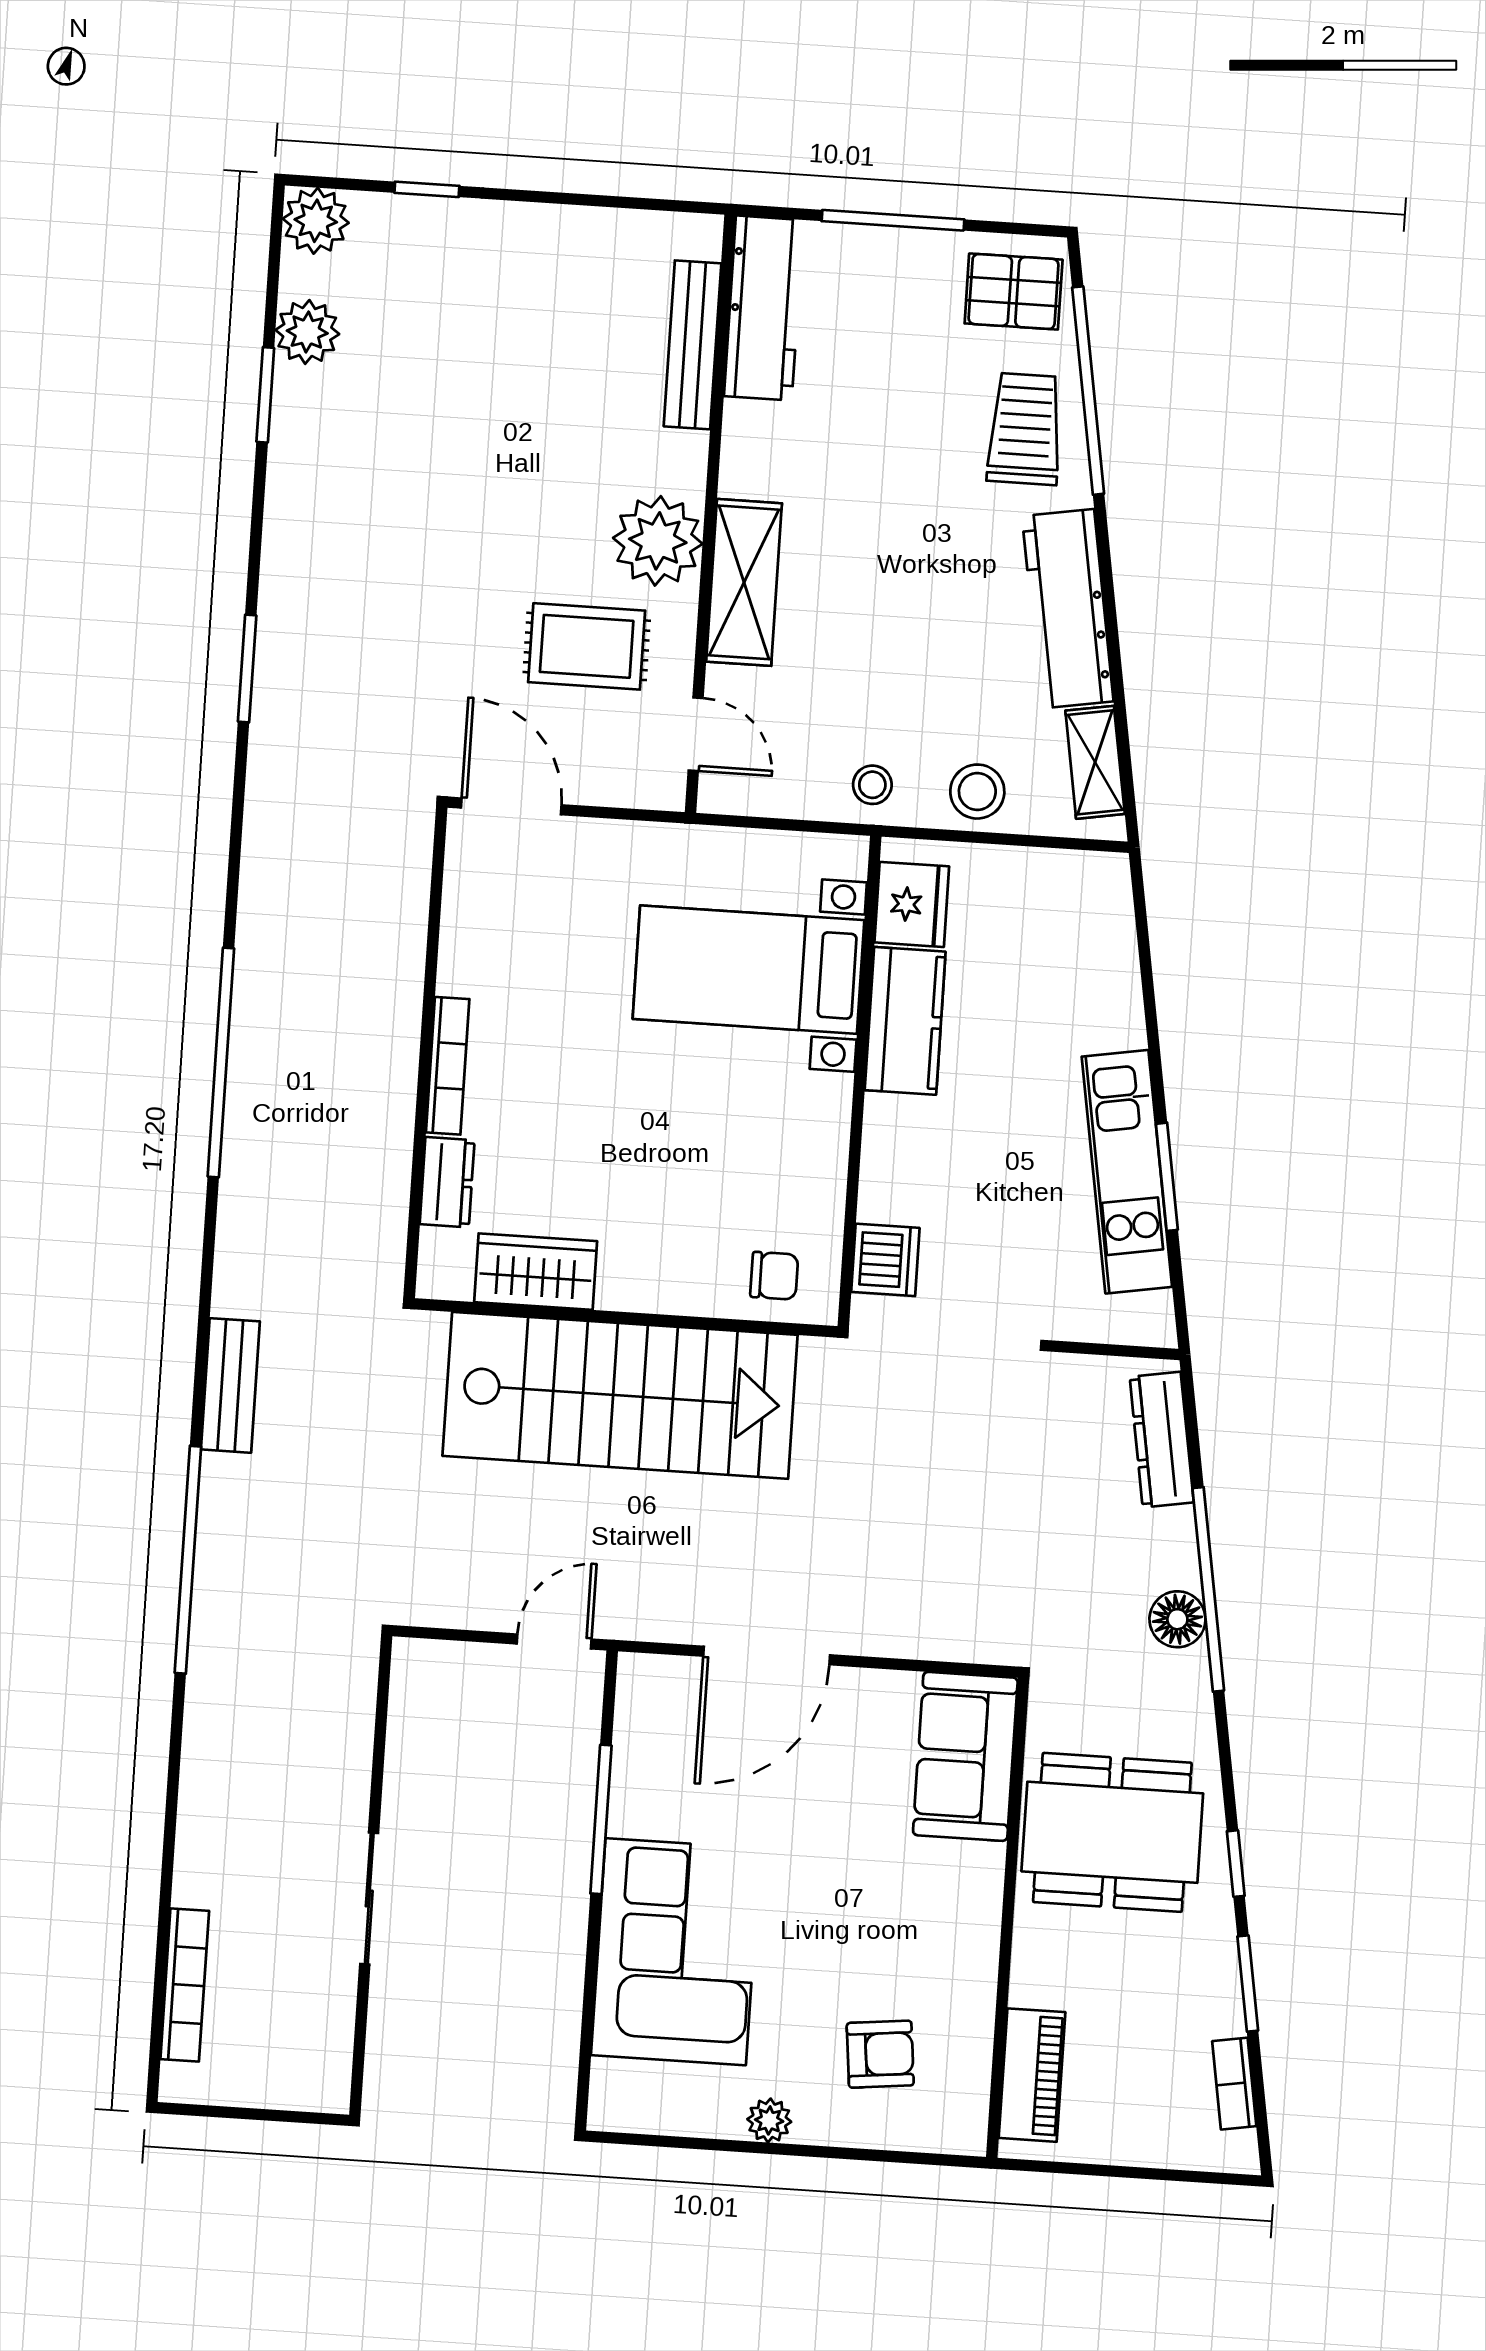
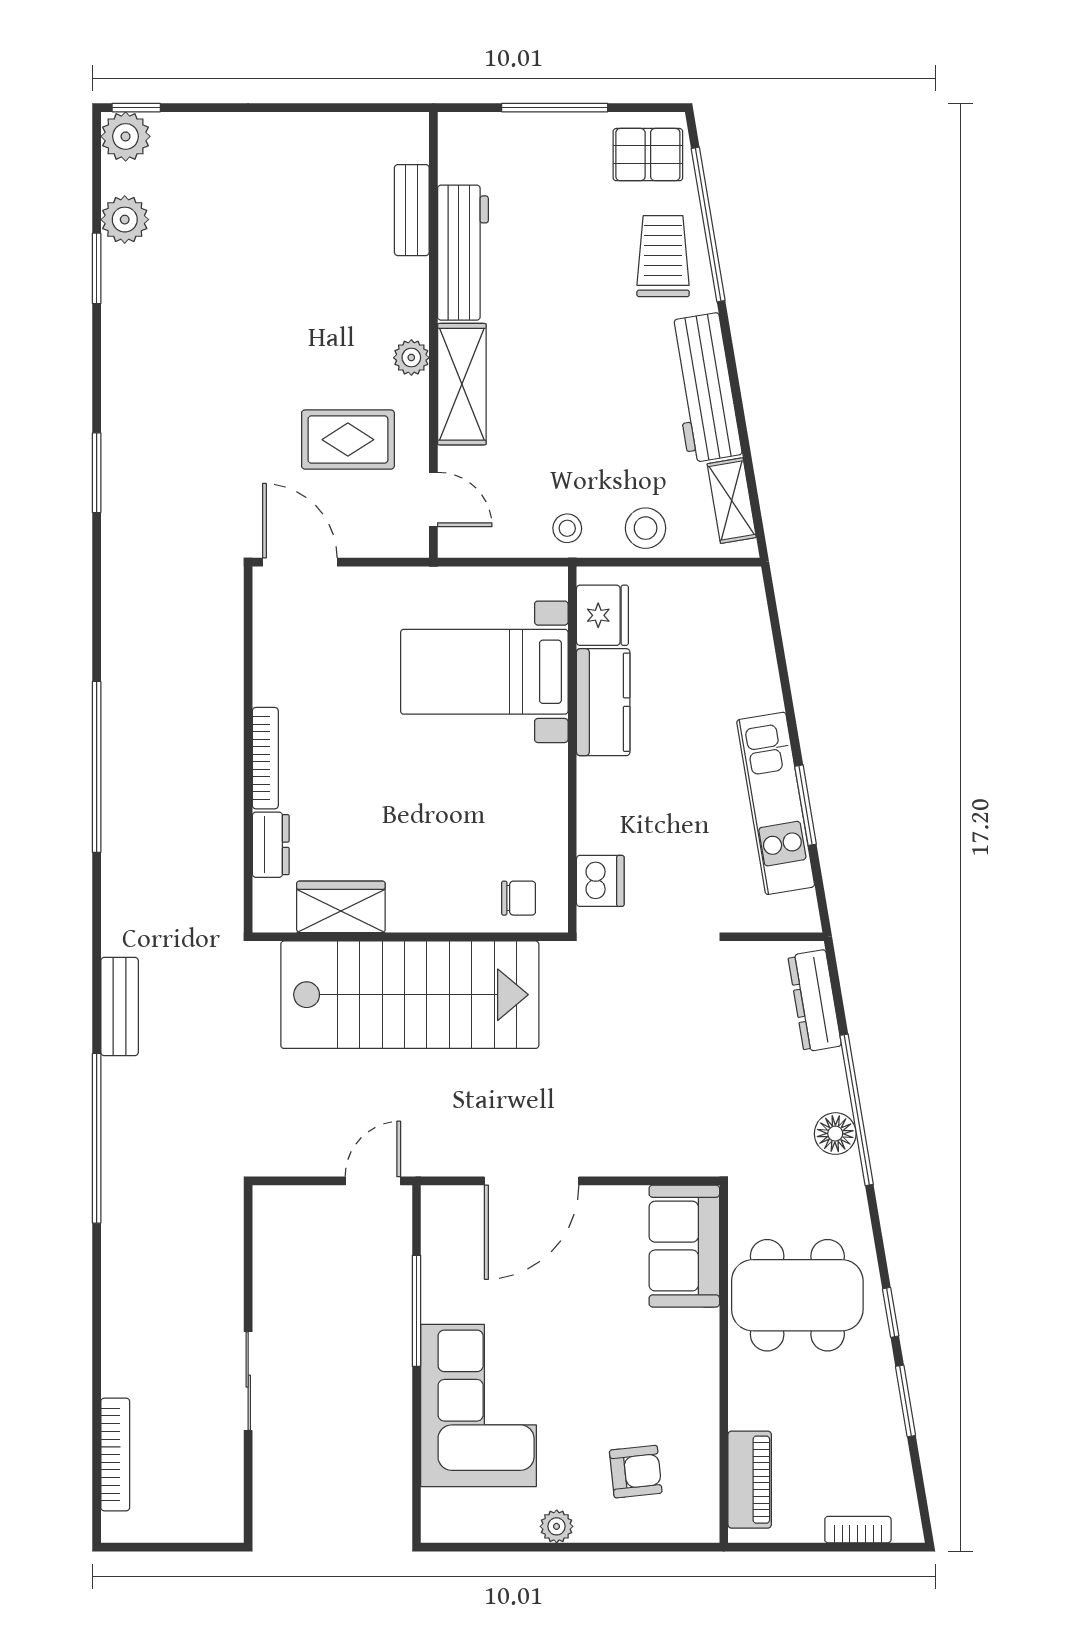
window: (427, 189) -> (136, 108), moved
workbench: (764, 308) -> (463, 253), moved
bench: (693, 345) -> (412, 210), width x0.73
plant: (658, 541) -> (411, 358), width x0.53, depth x0.53
bookcase: (1234, 2084) -> (858, 1530), moved, turned 100

